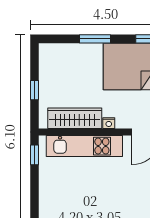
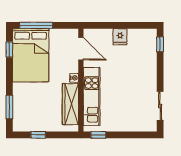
window: (95, 39) -> (9, 107), moved
window: (34, 90) -> (38, 135), moved

